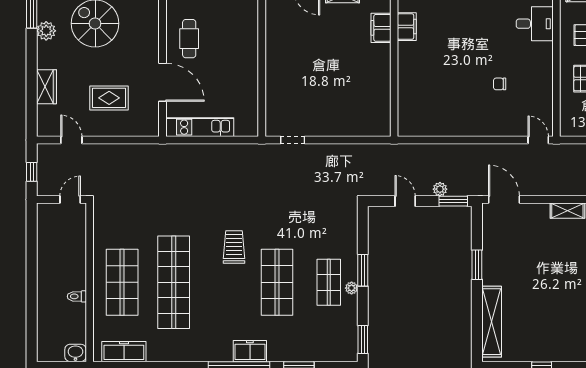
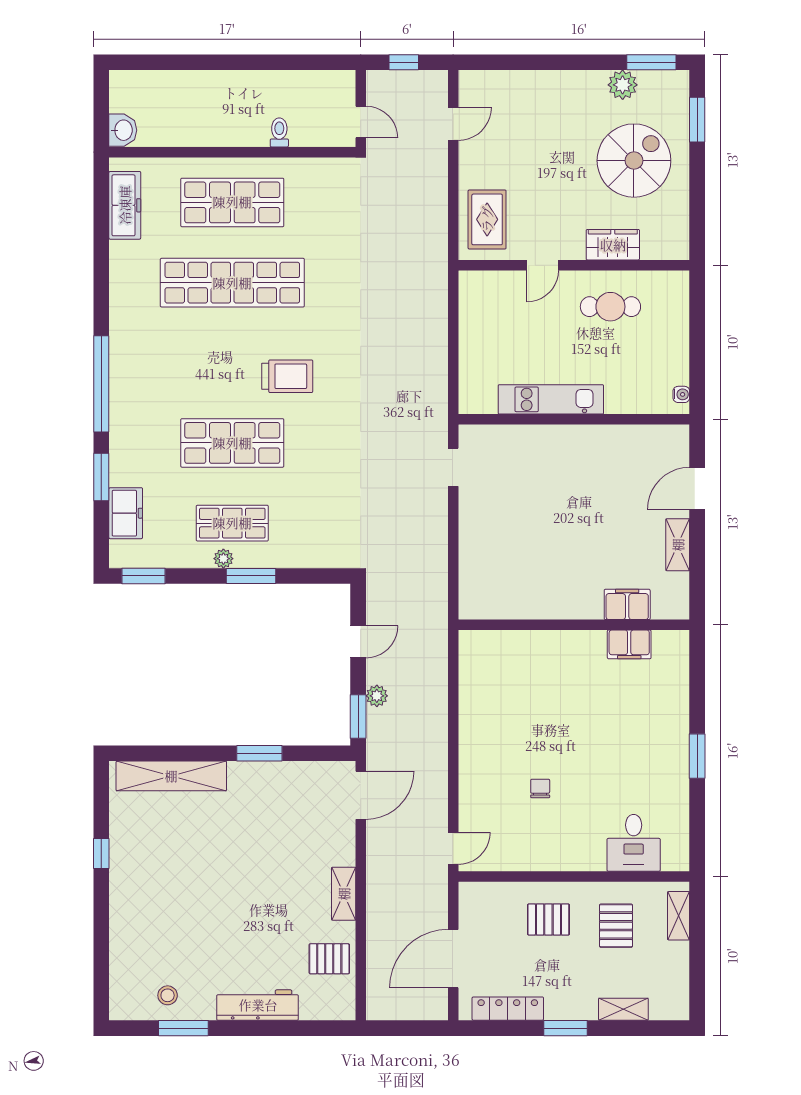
door: (162, 82) -> (543, 265), width x0.53
wardrobe: (47, 87) -> (613, 245), moved, turned 180
rug: (109, 98) -> (487, 219), moved
kitchen unit: (200, 127) -> (551, 399), moved, turned -90
toilet: (77, 296) -> (279, 132), moved
freezer: (250, 351) -> (126, 513), moved

